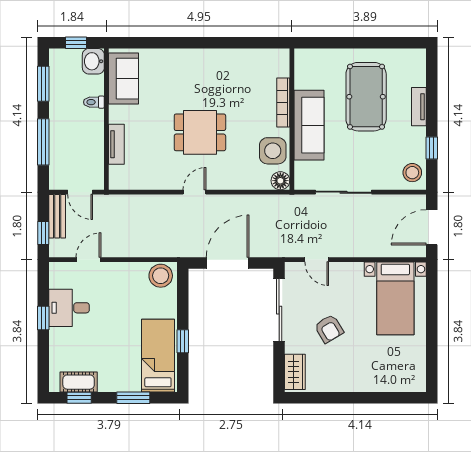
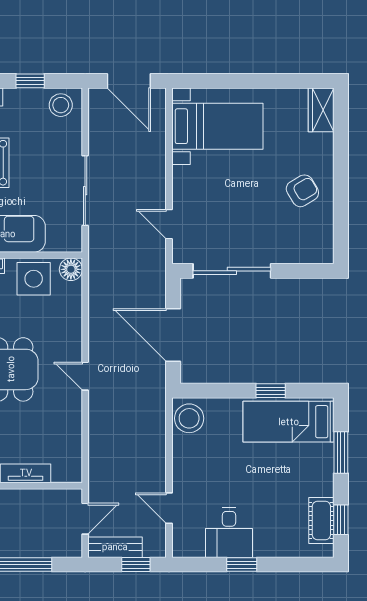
door: (317, 260) -> (169, 224), swing flipped
armchair: (329, 329) -> (302, 191), moved
wardrobe: (295, 372) -> (321, 110), moved, turned -90

